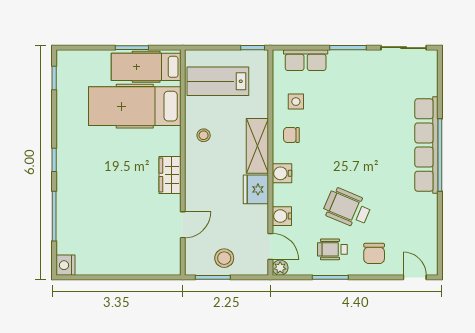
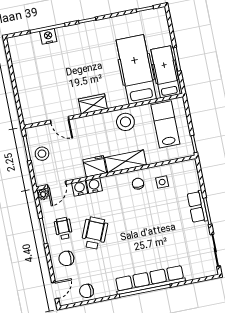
row of seats: (306, 60) -> (197, 207), moved
stool: (204, 135) -> (125, 122), width x1.89, depth x1.89
water cooler: (282, 173) -> (94, 185), moved
chair: (424, 235) -> (87, 291), added
nightstand: (66, 265) -> (48, 36), moved

